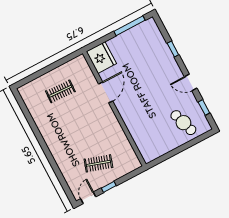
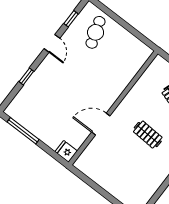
fridge: (101, 58) -> (66, 151), width x0.53, depth x0.75
clothes rail: (60, 91) -> (148, 135), moved

